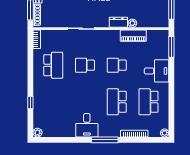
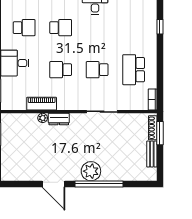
school desk: (85, 65) -> (97, 70), turned 180
school desk: (117, 65) -> (61, 70), turned 180
school desk: (117, 102) -> (61, 28), width x0.54
school desk: (149, 102) -> (24, 28), width x0.54

